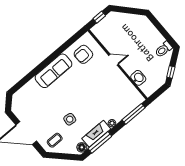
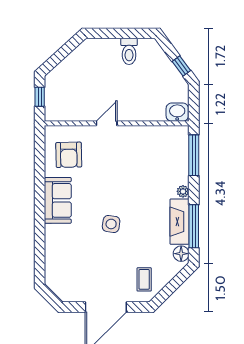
toilet: (164, 49) -> (129, 51), moved
sofa: (53, 71) -> (58, 200), width x0.73
washbasin: (138, 78) -> (177, 112), moved
side table: (70, 119) -> (111, 224), moved

